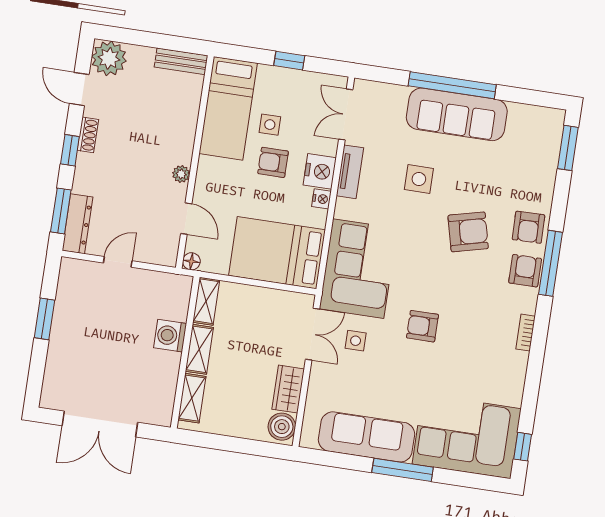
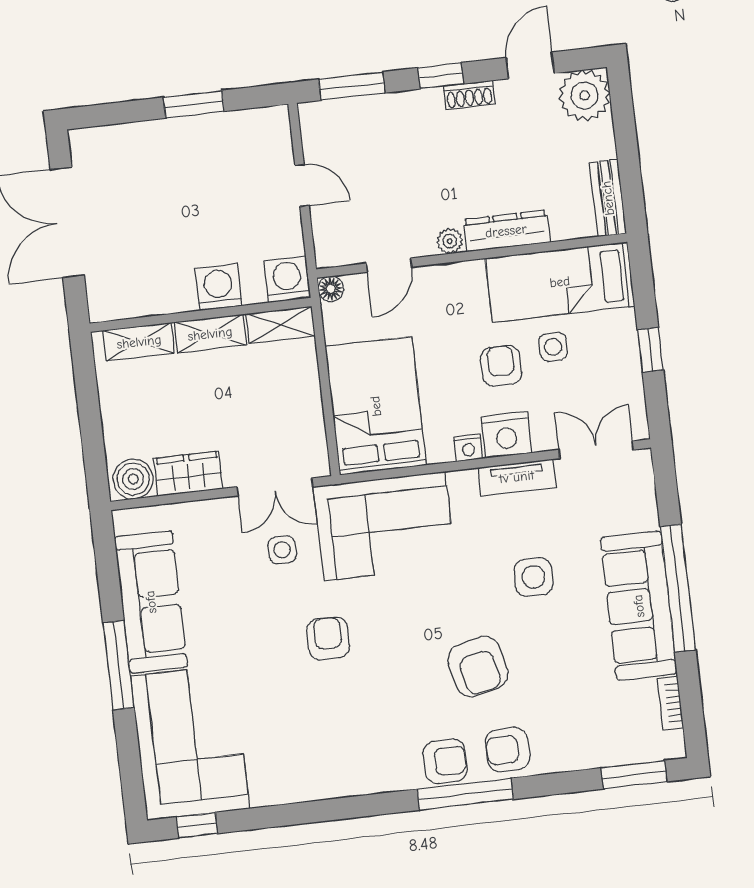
dresser: (77, 224) -> (506, 231), moved, turned 180
washing machine: (177, 288) -> (287, 279), added
bookcase: (526, 333) -> (670, 703), moved, turned -90

